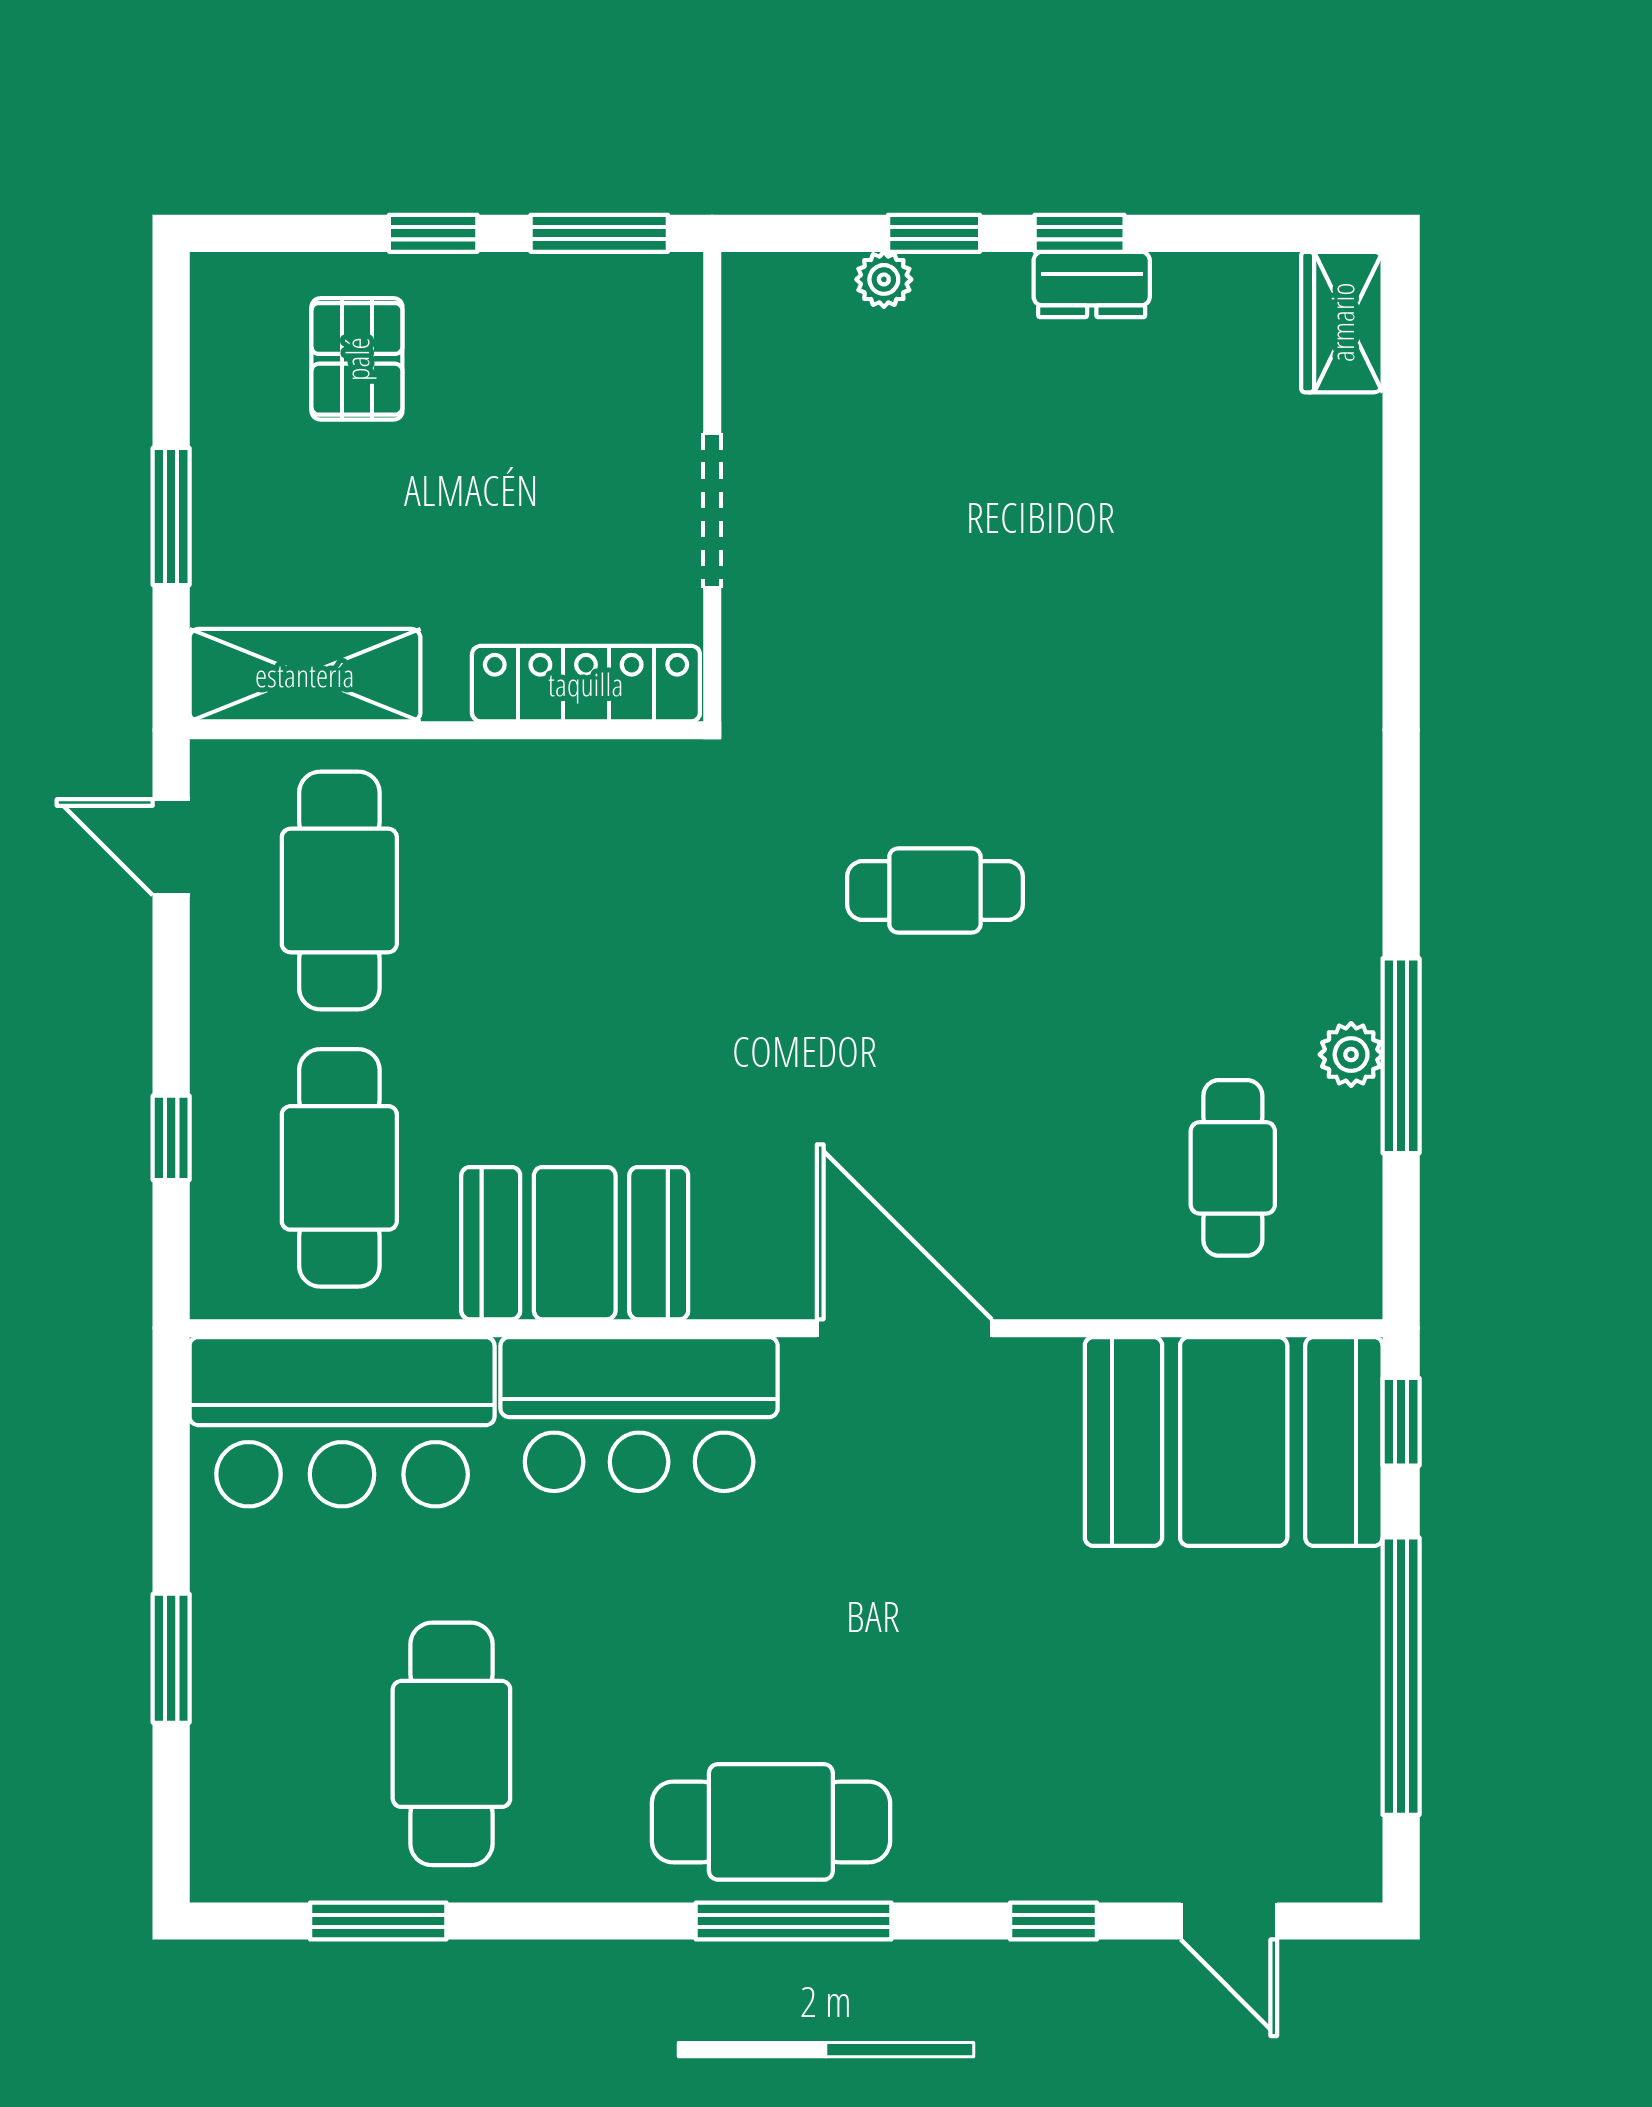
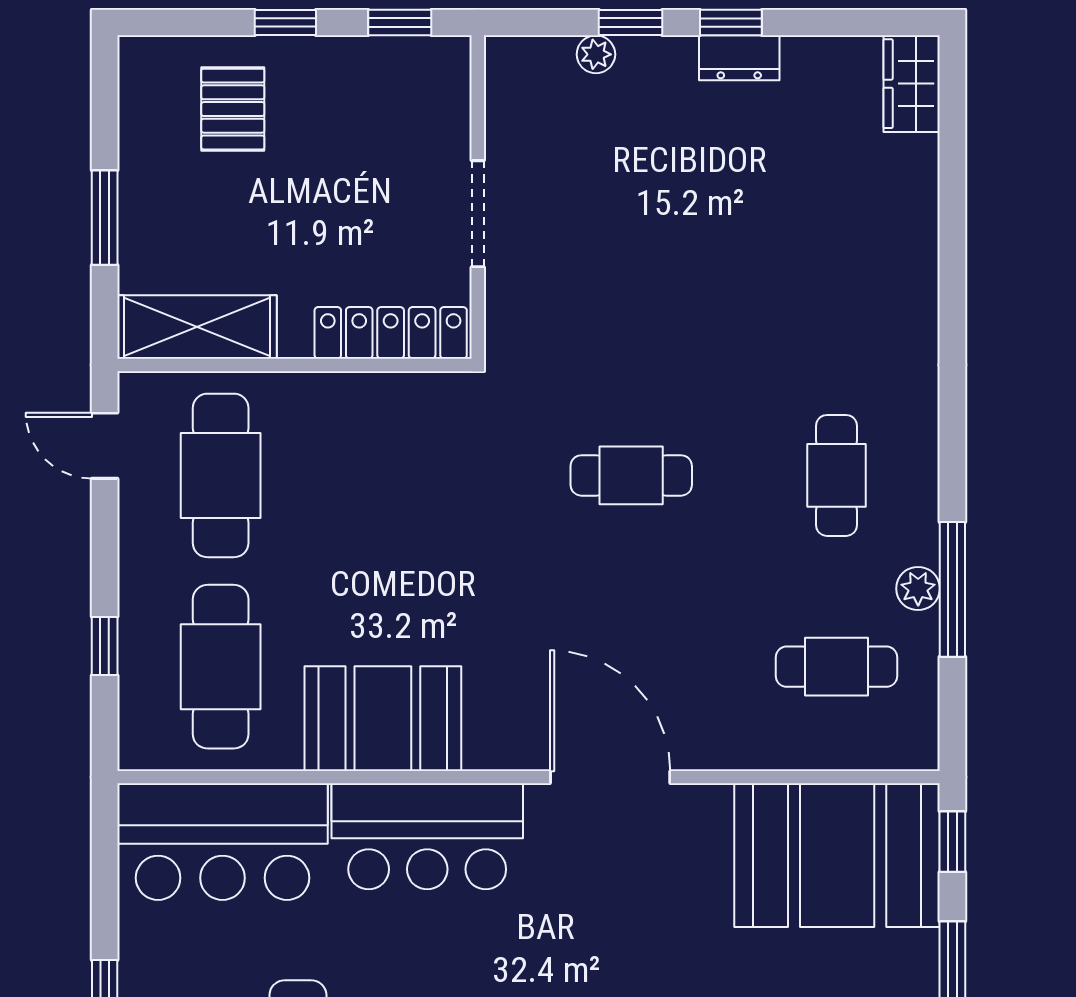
window: (599, 233) -> (400, 22), width x0.67
cafe table: (1233, 890) -> (836, 475), added
cafe table: (1233, 1168) -> (836, 667), turned 90

